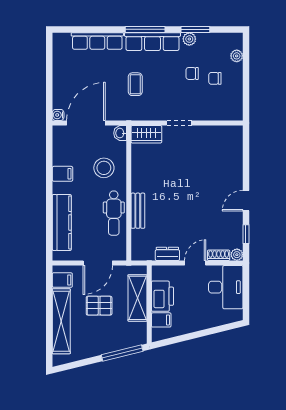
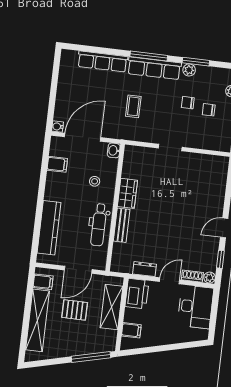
wardrobe: (146, 134) -> (127, 193), moved, turned -90
stool: (104, 168) -> (95, 181), width x0.53, depth x0.53
filing cabinet: (62, 174) -> (57, 164), moved
printer: (163, 296) -> (137, 294), moved

